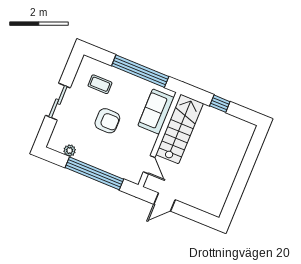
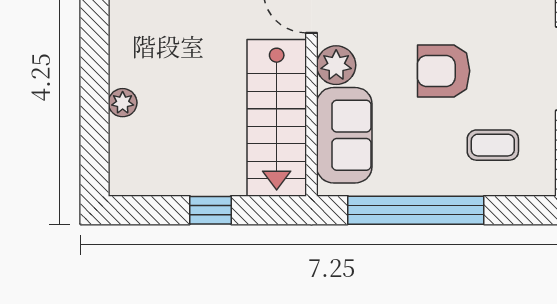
plant: (148, 140) -> (336, 65), added
plant: (237, 159) -> (123, 103), added

